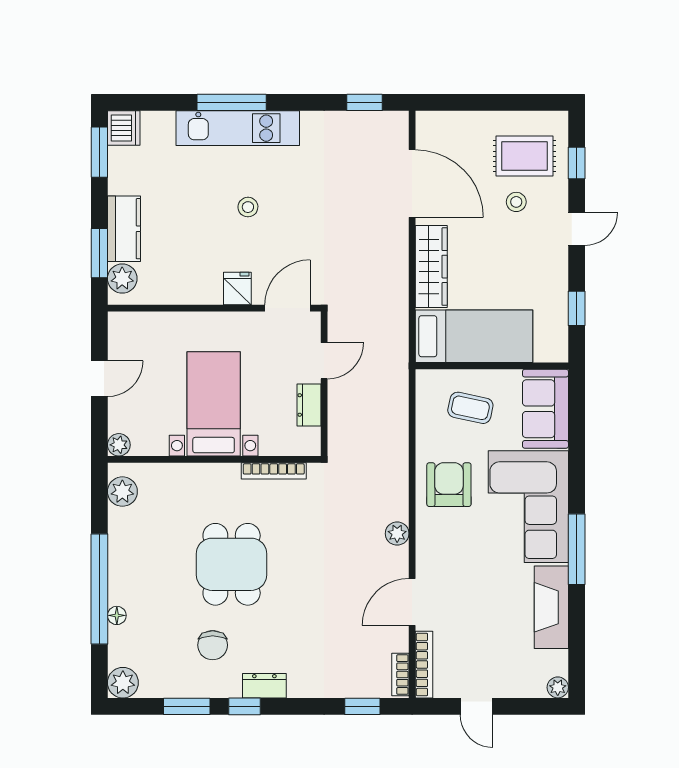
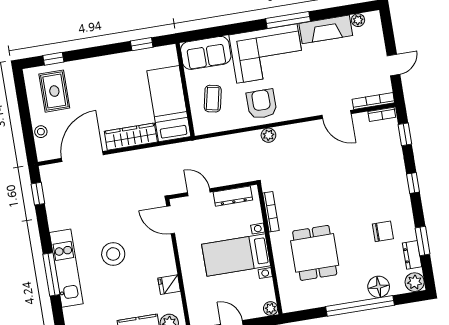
stool: (516, 202) -> (41, 132), moved
stool: (248, 207) -> (113, 254), width x1.89, depth x1.89
door: (577, 229) -> (93, 52), removed
fridge: (237, 289) -> (169, 285), moved
dresser: (309, 405) -> (233, 196), width x1.44
armchair: (449, 485) -> (262, 104), turned 90
plant: (122, 492) -> (299, 302), removed
plant: (397, 534) -> (268, 135), moved
dining table: (232, 564) -> (315, 253), moved, turned 90
floor lamp: (117, 615) -> (379, 287), width x1.89, depth x1.89
dresser: (264, 686) -> (412, 255), moved
plant: (558, 687) -> (358, 20), moved
window: (244, 706) -> (413, 183), moved

